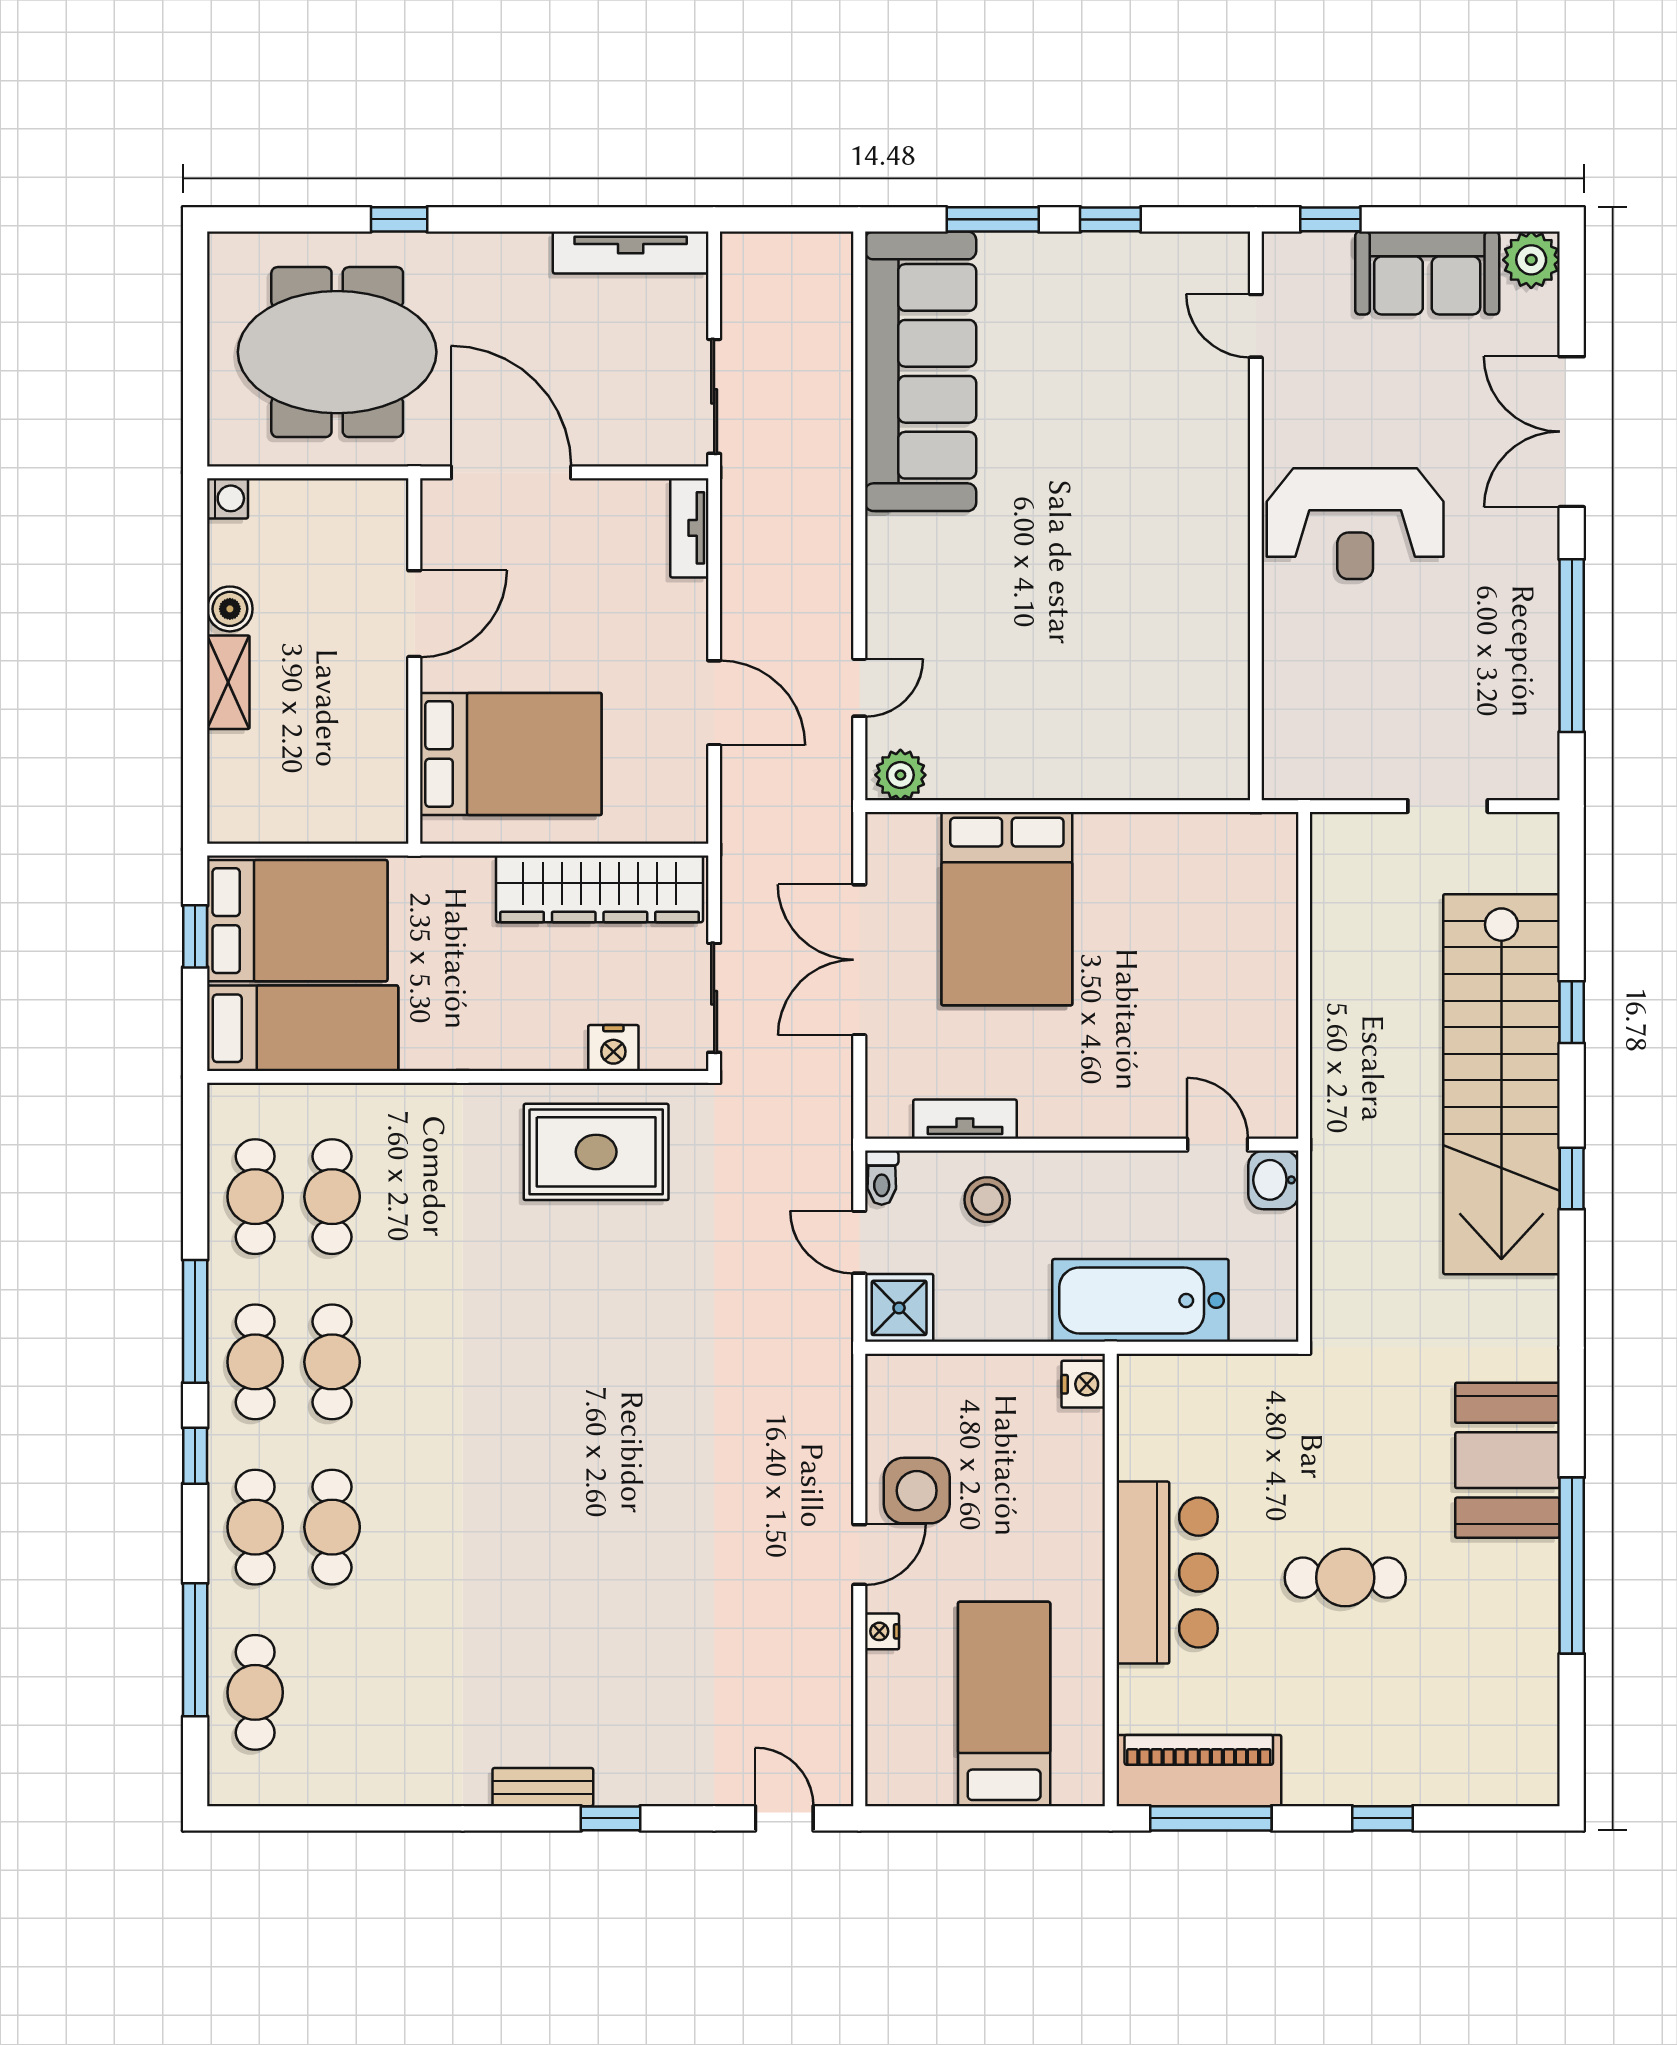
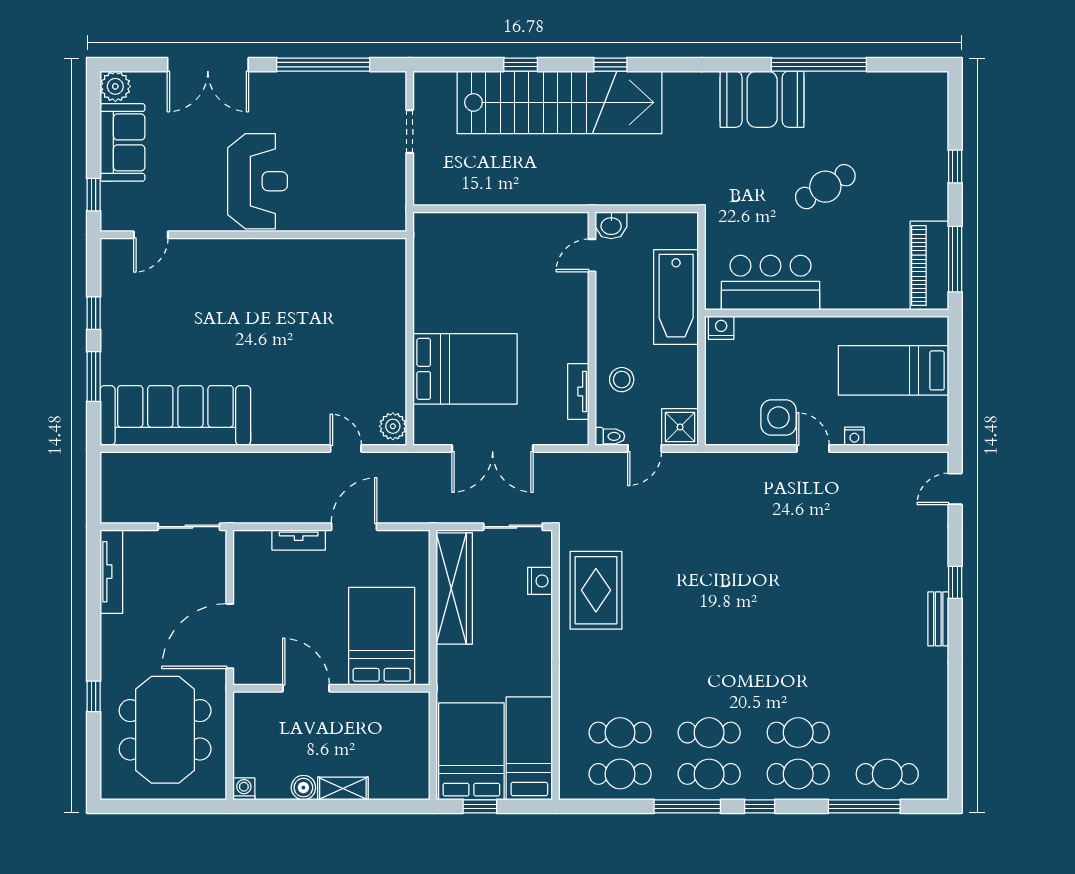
tv unit: (689, 528) -> (299, 540), moved
bar counter: (1167, 1573) -> (770, 283), moved
cafe table: (1345, 1578) -> (825, 187), turned 60

